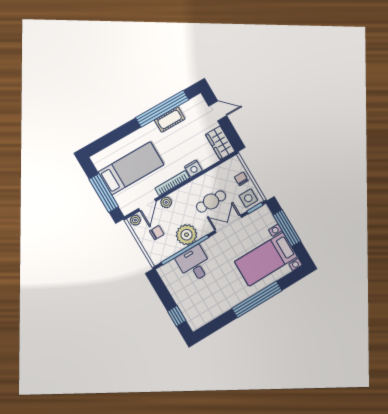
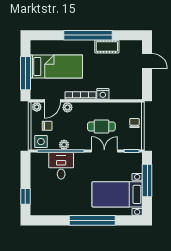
window: (162, 109) -> (88, 35), moved
wardrobe: (220, 143) -> (135, 86), removed
side table: (248, 198) -> (41, 142), moved
plant: (187, 235) -> (64, 145), width x0.53, depth x0.53

